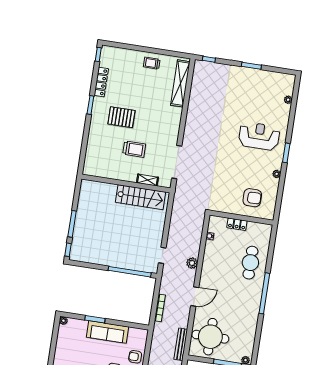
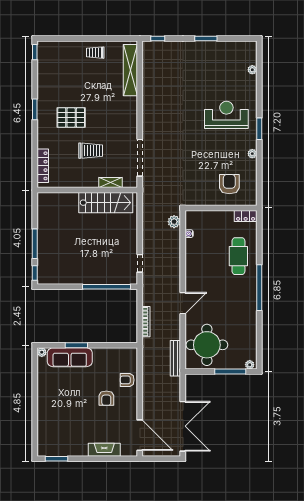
locker: (101, 82) -> (43, 166), moved
armchair: (252, 198) -> (229, 184), turned -90
locker: (237, 224) -> (246, 216), moved
plant: (192, 263) -> (174, 222), moved
sofa: (107, 332) -> (70, 357), moved

